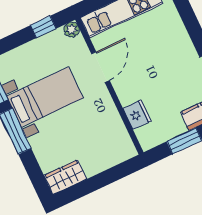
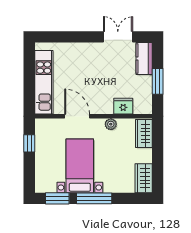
plant: (72, 29) -> (111, 124), moved
wardrobe: (117, 153) -> (144, 134), added

